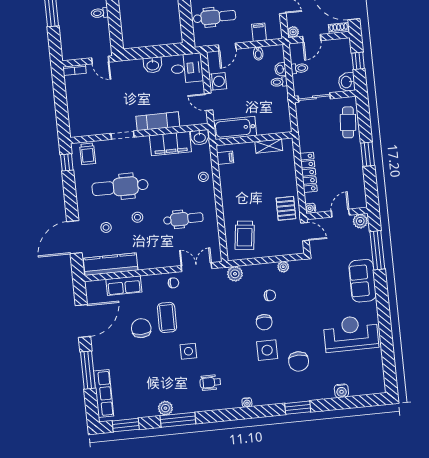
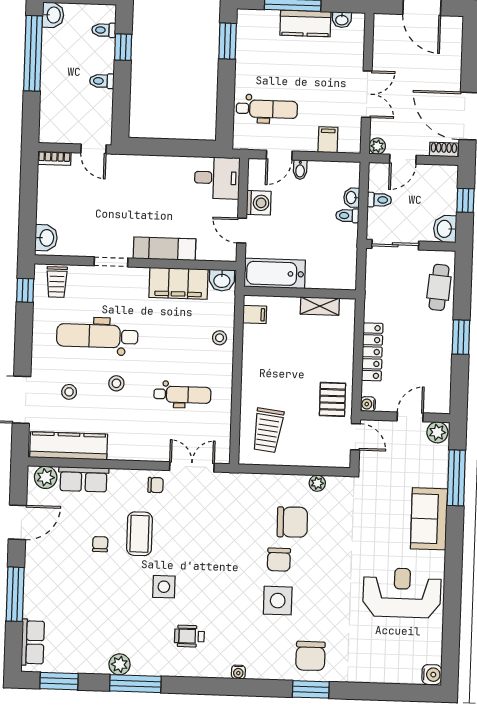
bidet: (258, 53) -> (300, 170), moved
washbasin: (153, 65) -> (46, 238), moved, turned -90
plant: (235, 274) -> (46, 477), moved
chair: (270, 295) -> (292, 522), width x1.87, depth x1.87
door: (83, 321) -> (17, 522), width x0.73
chair: (141, 328) -> (100, 544), width x0.54, depth x0.54
chair: (299, 361) -> (310, 656), moved
water cooler: (341, 391) -> (432, 675), moved, turned -90
row of seats: (104, 394) -> (33, 642), width x0.68

